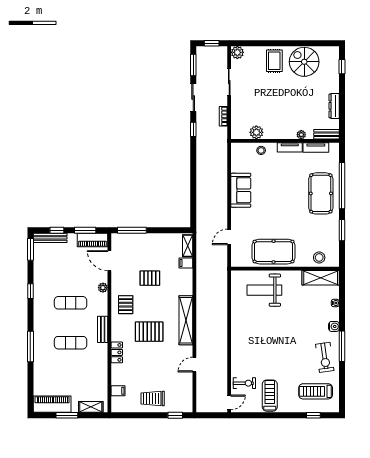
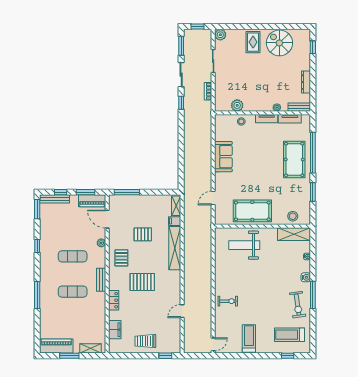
shelving: (186, 320) -> (175, 248), moved
exercise bike: (244, 383) -> (228, 301), moved
filing cabinet: (118, 391) -> (115, 330), width x2.00

